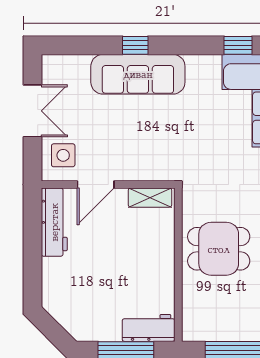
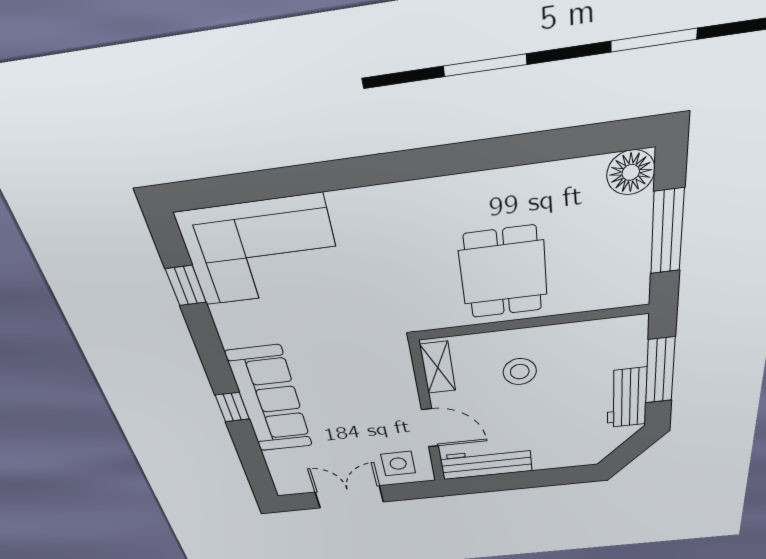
stool: (139, 254) -> (520, 372), added
workbench: (149, 328) -> (627, 398), moved

